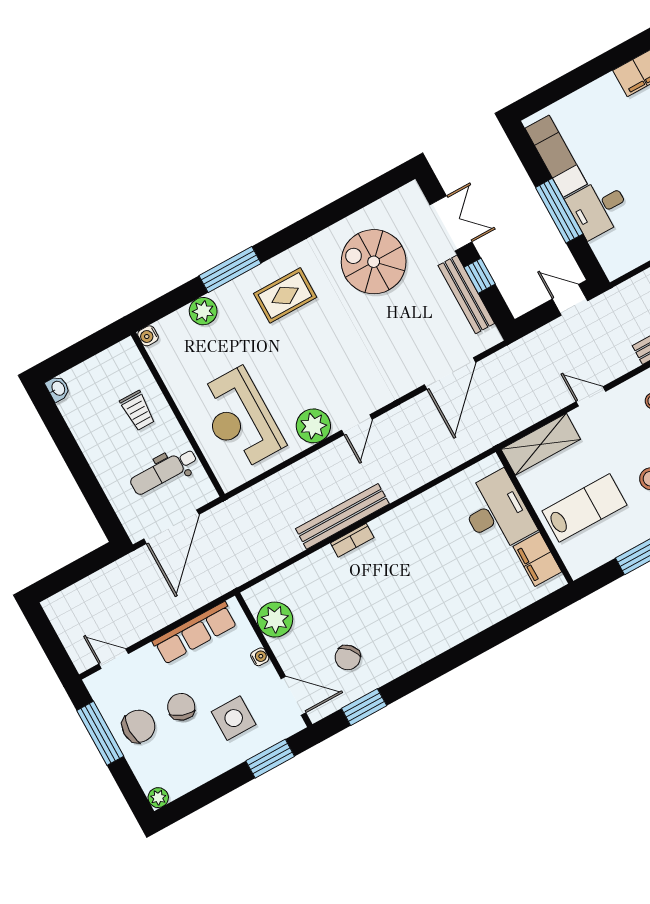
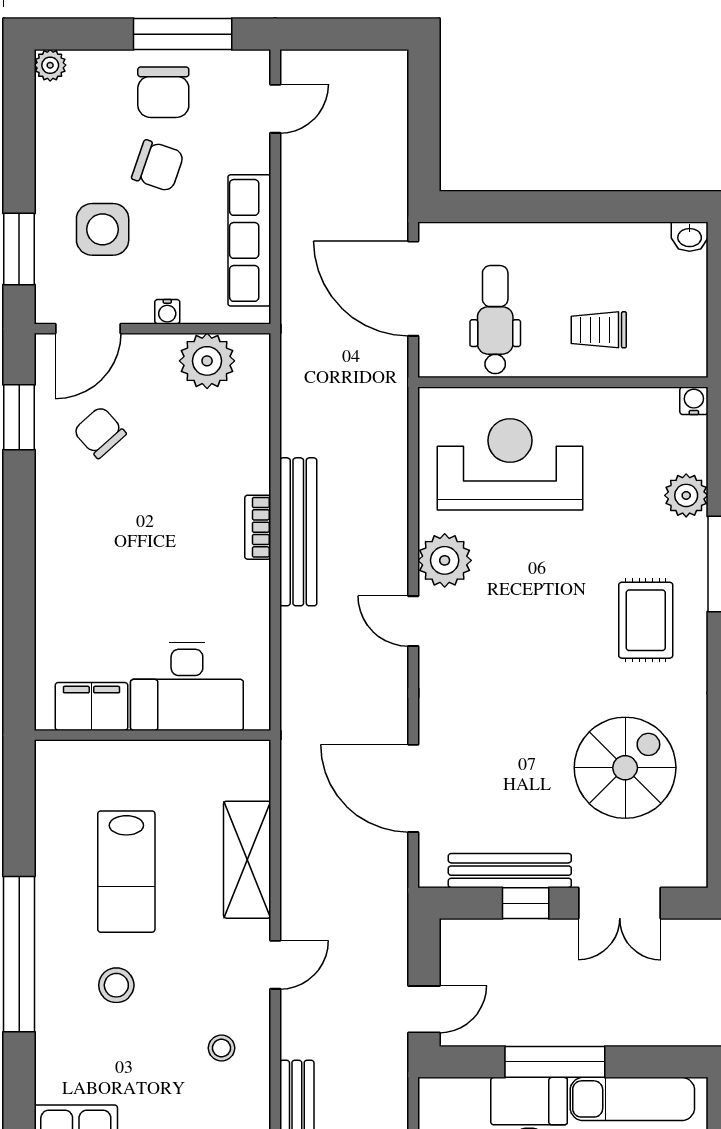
desk: (497, 512) -> (187, 686), moved
wall: (535, 516) -> (152, 735), moved
filing cabinet: (537, 559) -> (91, 706), moved

